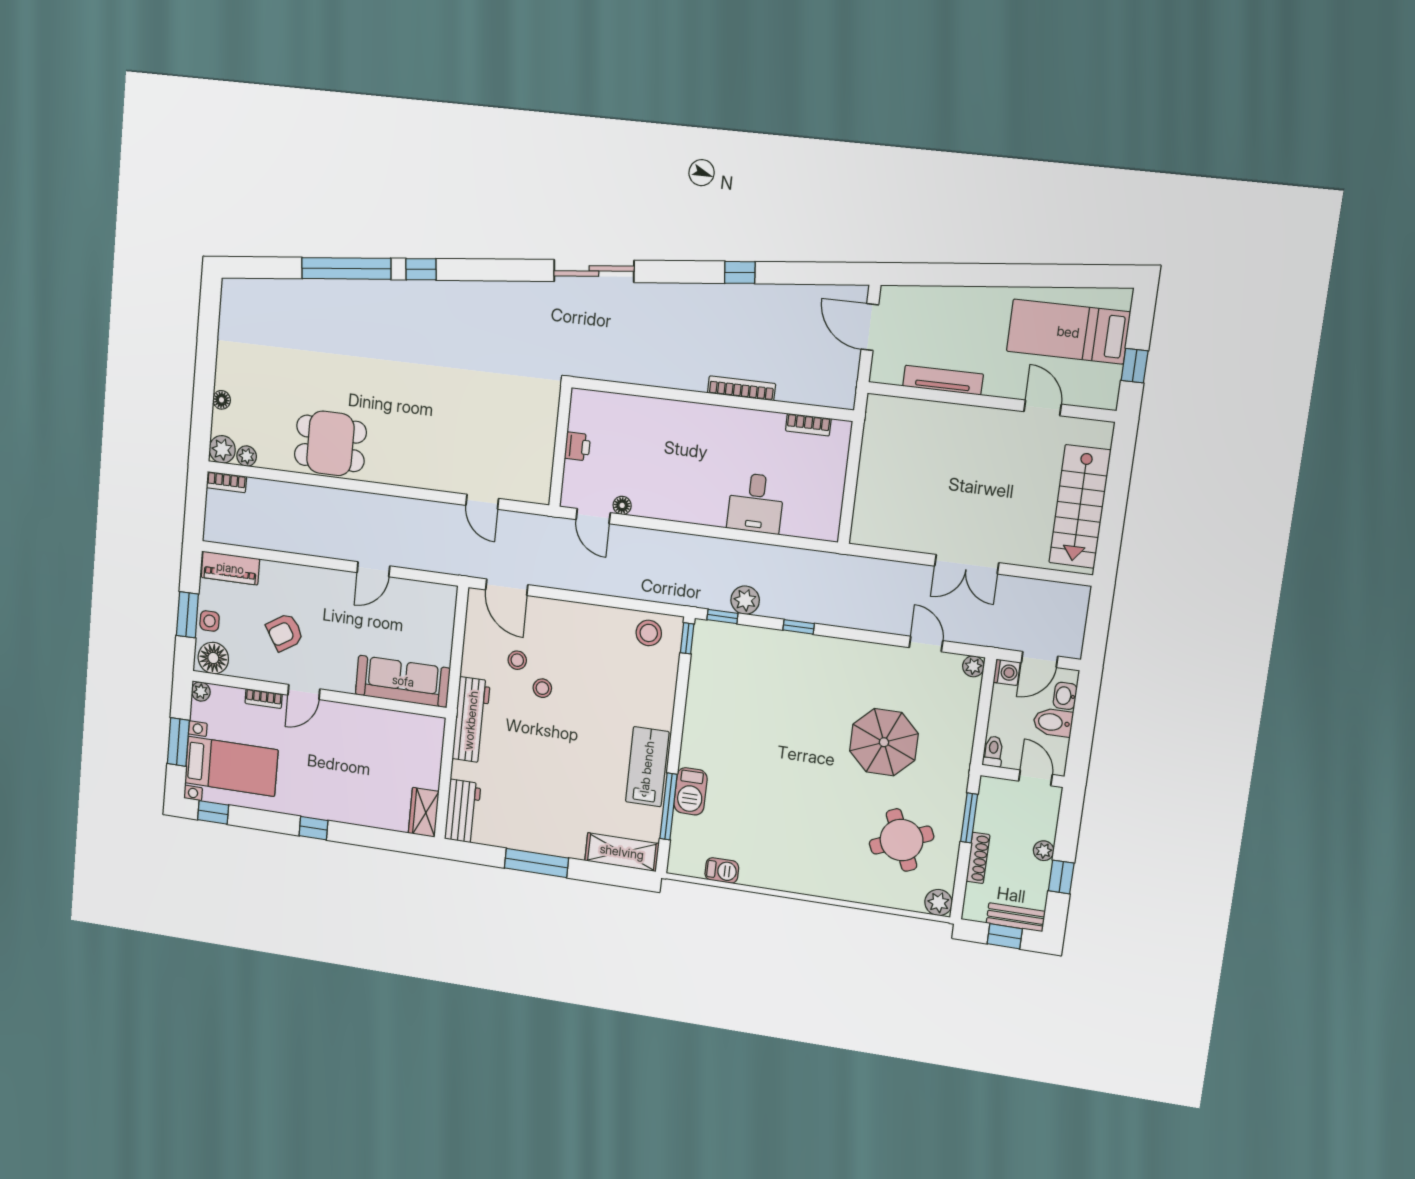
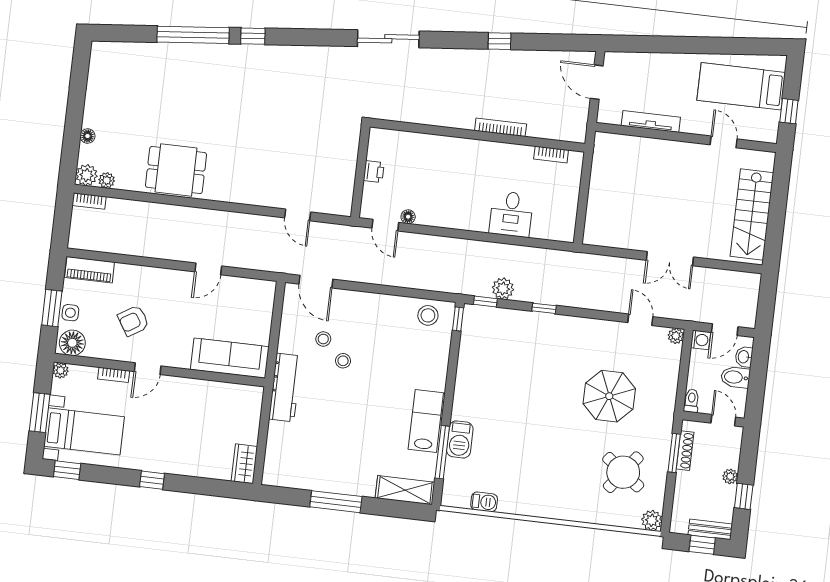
workbench: (463, 811) -> (277, 462), removed
round table: (902, 840) -> (623, 472), turned -30
shoe rack: (978, 858) -> (685, 451), moved

